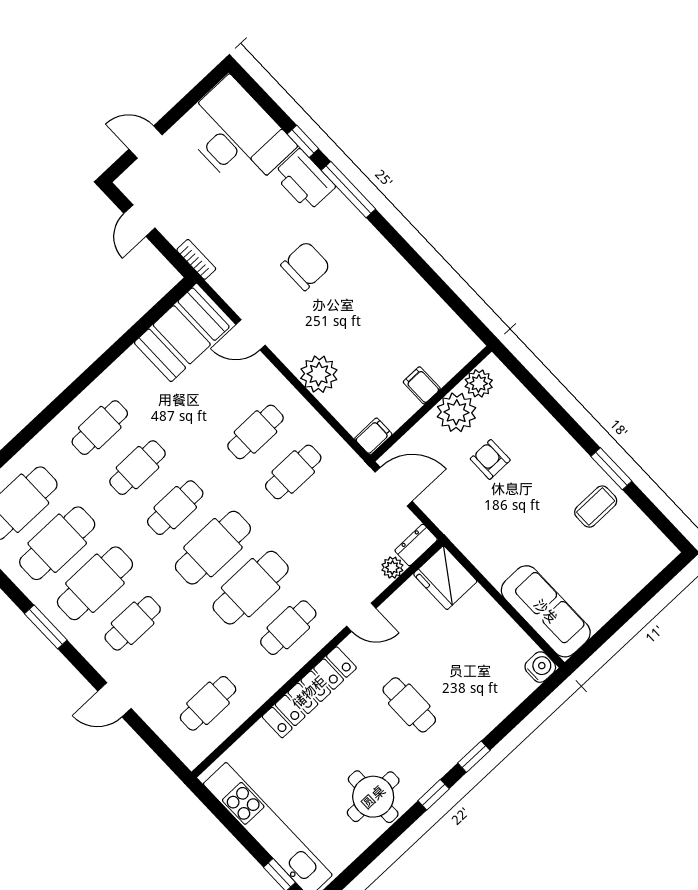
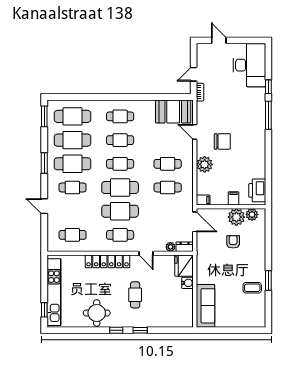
printer: (304, 180) -> (257, 190), moved
door: (139, 221) -> (194, 74), moved
chair: (306, 266) -> (222, 141), moved
water cooler: (540, 667) -> (187, 283), moved

